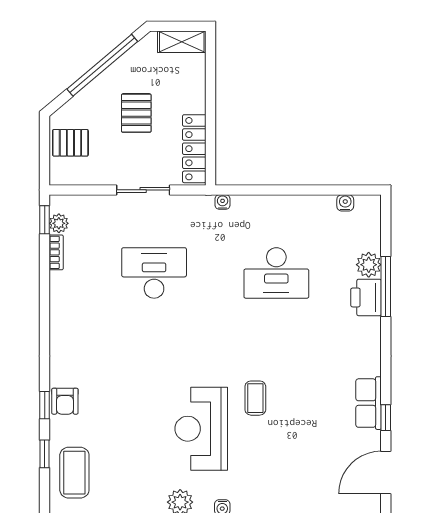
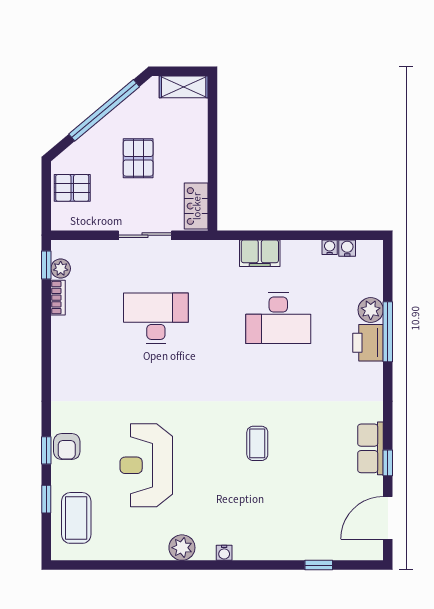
locker: (194, 149) -> (196, 206), width x0.66
water cooler: (223, 202) -> (330, 247), moved
filing cabinet: (258, 208) -> (260, 253), added
reception desk: (201, 429) -> (146, 465), moved

